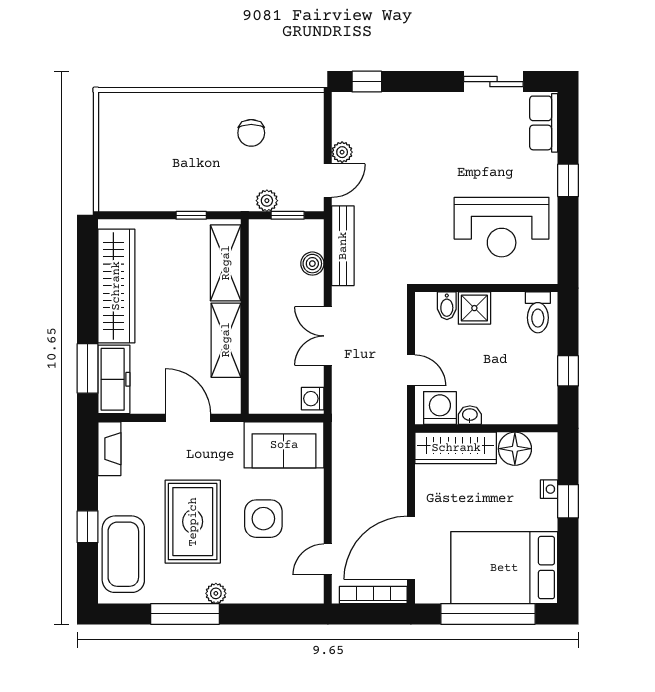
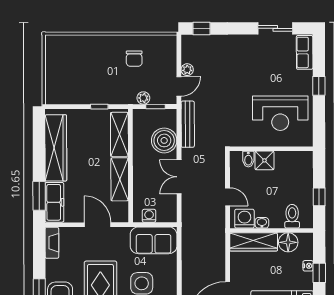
boiler: (312, 264) -> (164, 140), width x1.86, depth x1.86
toilet: (538, 312) -> (292, 216), moved, turned 180
washing machine: (313, 399) -> (149, 216), moved, turned 90

